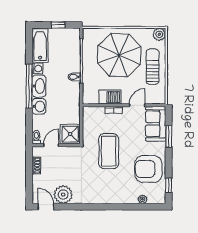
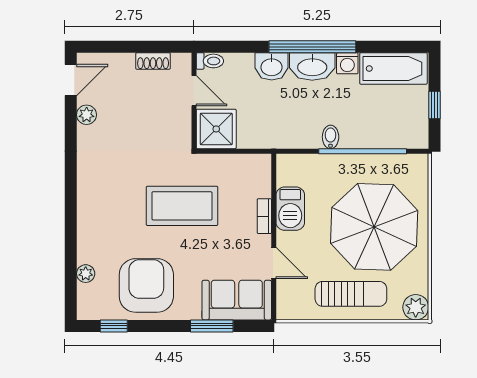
plant: (63, 195) -> (87, 115), width x0.53, depth x0.53

